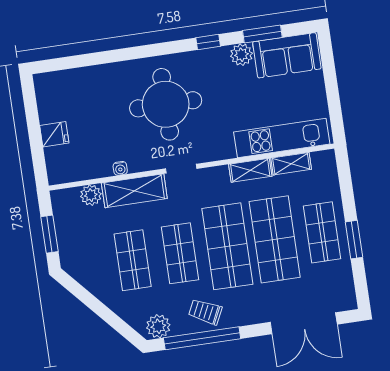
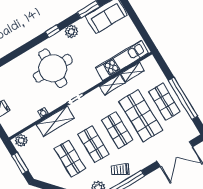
window: (208, 42) -> (53, 31), moved
plant: (241, 55) -> (71, 32), moved
plant: (91, 195) -> (21, 140), moved
window: (354, 240) -> (183, 98), width x2.11
shop shelf: (227, 246) -> (117, 130), width x0.70, depth x0.74

